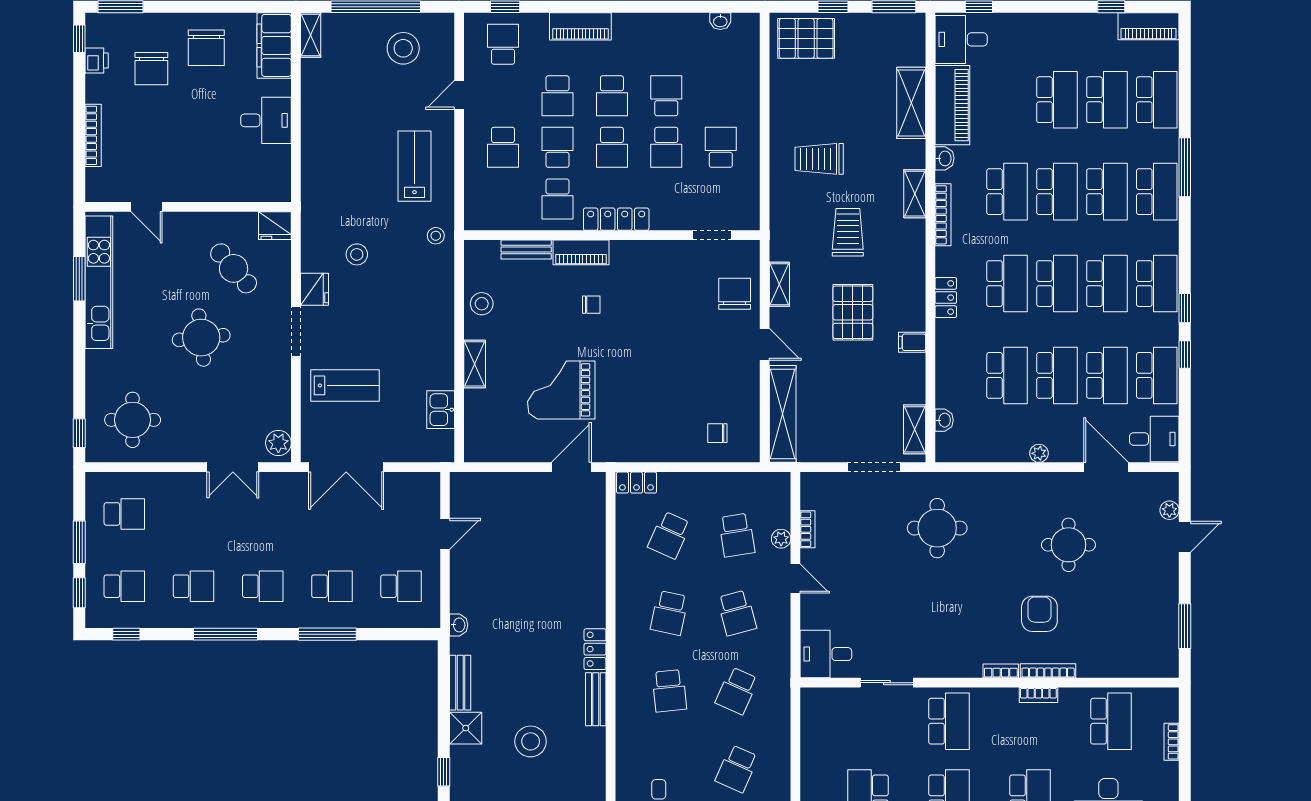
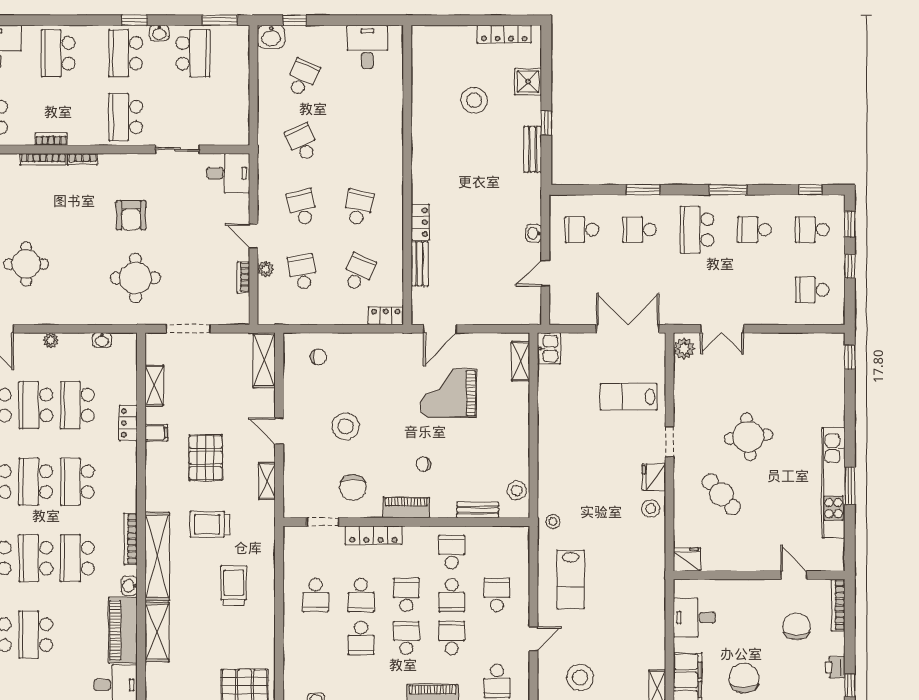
chair: (151, 69) -> (797, 627), moved
school desk: (666, 147) -> (361, 595), turned 180
trolley: (819, 159) -> (234, 585), turned -90
shelving: (915, 194) -> (157, 556), width x2.20, depth x1.33
door: (147, 207) -> (794, 575), moved
wall: (188, 207) -> (759, 575), moved
locker: (616, 219) -> (373, 535), moved
fridge: (275, 226) -> (687, 559), moved
trolley: (848, 232) -> (210, 524), turned 90
piano: (581, 252) -> (406, 508), moved
stool: (357, 254) -> (651, 508), moved
chair: (735, 294) -> (353, 487), moved
locker: (946, 298) -> (128, 423), moved
stool: (482, 304) -> (517, 490), moved
doorway: (296, 331) -> (669, 442), width x0.73
stool: (685, 350) -> (346, 426), added
shelving: (475, 364) -> (521, 361), moved
grand piano: (561, 390) -> (448, 393), turned 180
kitchen sink: (441, 410) -> (549, 348), moved
shelving: (783, 414) -> (264, 360), width x0.68
round table: (133, 420) -> (805, 368), removed
washbasin: (944, 420) -> (102, 340), moved, turned -90
shelving: (915, 429) -> (154, 385), moved
double door: (233, 467) -> (722, 329), swing flipped
window: (79, 542) -> (850, 266), width x0.67
school desk: (263, 586) -> (697, 230), width x1.85
armchair: (1039, 614) -> (131, 215), moved
washbasin: (459, 625) -> (534, 233), moved
window: (225, 634) -> (728, 190), width x0.69
window: (327, 634) -> (643, 190), width x0.69
locker: (595, 649) -> (420, 222), moved
school desk: (669, 691) -> (359, 143), removed
school desk: (737, 691) -> (302, 143), turned -48
bench: (596, 699) -> (420, 264), moved
shower: (466, 728) -> (528, 82), moved
window: (444, 772) -> (546, 123), moved

